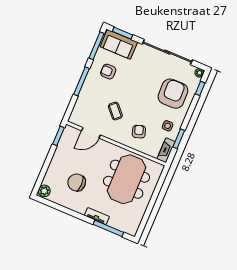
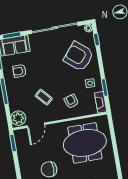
armchair: (173, 94) -> (79, 56), turned -49
plant: (79, 116) -> (18, 118), added
meeting table: (127, 179) -> (85, 143), turned 90

